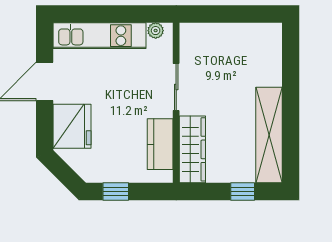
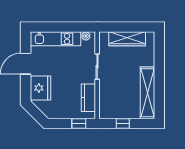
wardrobe: (192, 149) -> (127, 39), moved, turned 90
window: (116, 192) -> (79, 123), moved
window: (243, 192) -> (123, 123), moved

